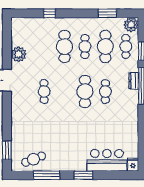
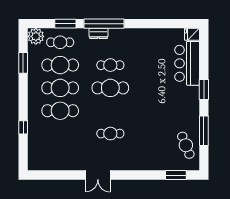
cafe table: (85, 47) -> (60, 88), width x1.37, depth x1.35
plant: (19, 54) -> (69, 162), removed

